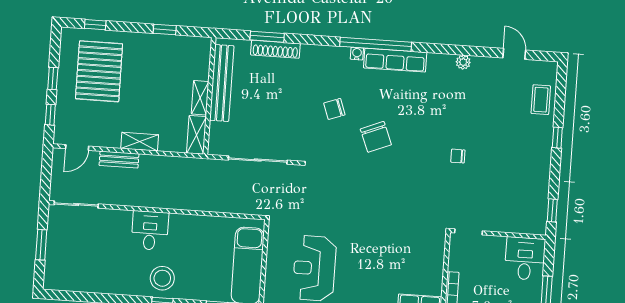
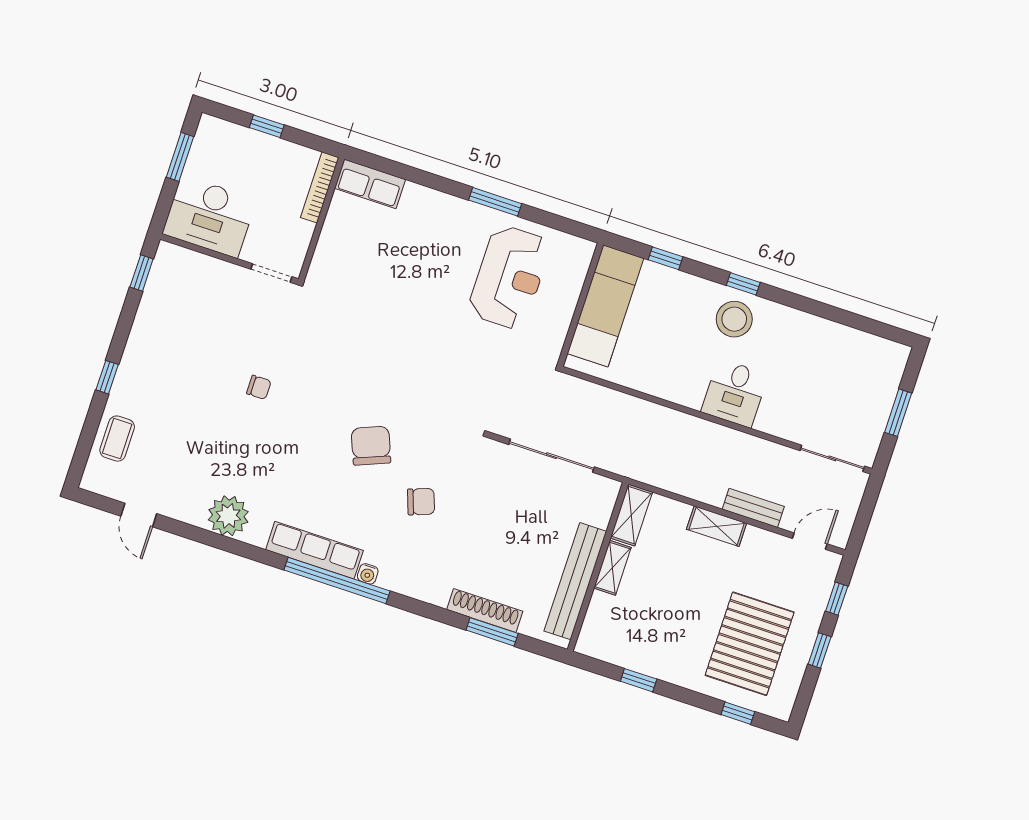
plant: (463, 62) -> (228, 516), width x1.88, depth x1.88
desk: (525, 259) -> (209, 217), width x1.37

